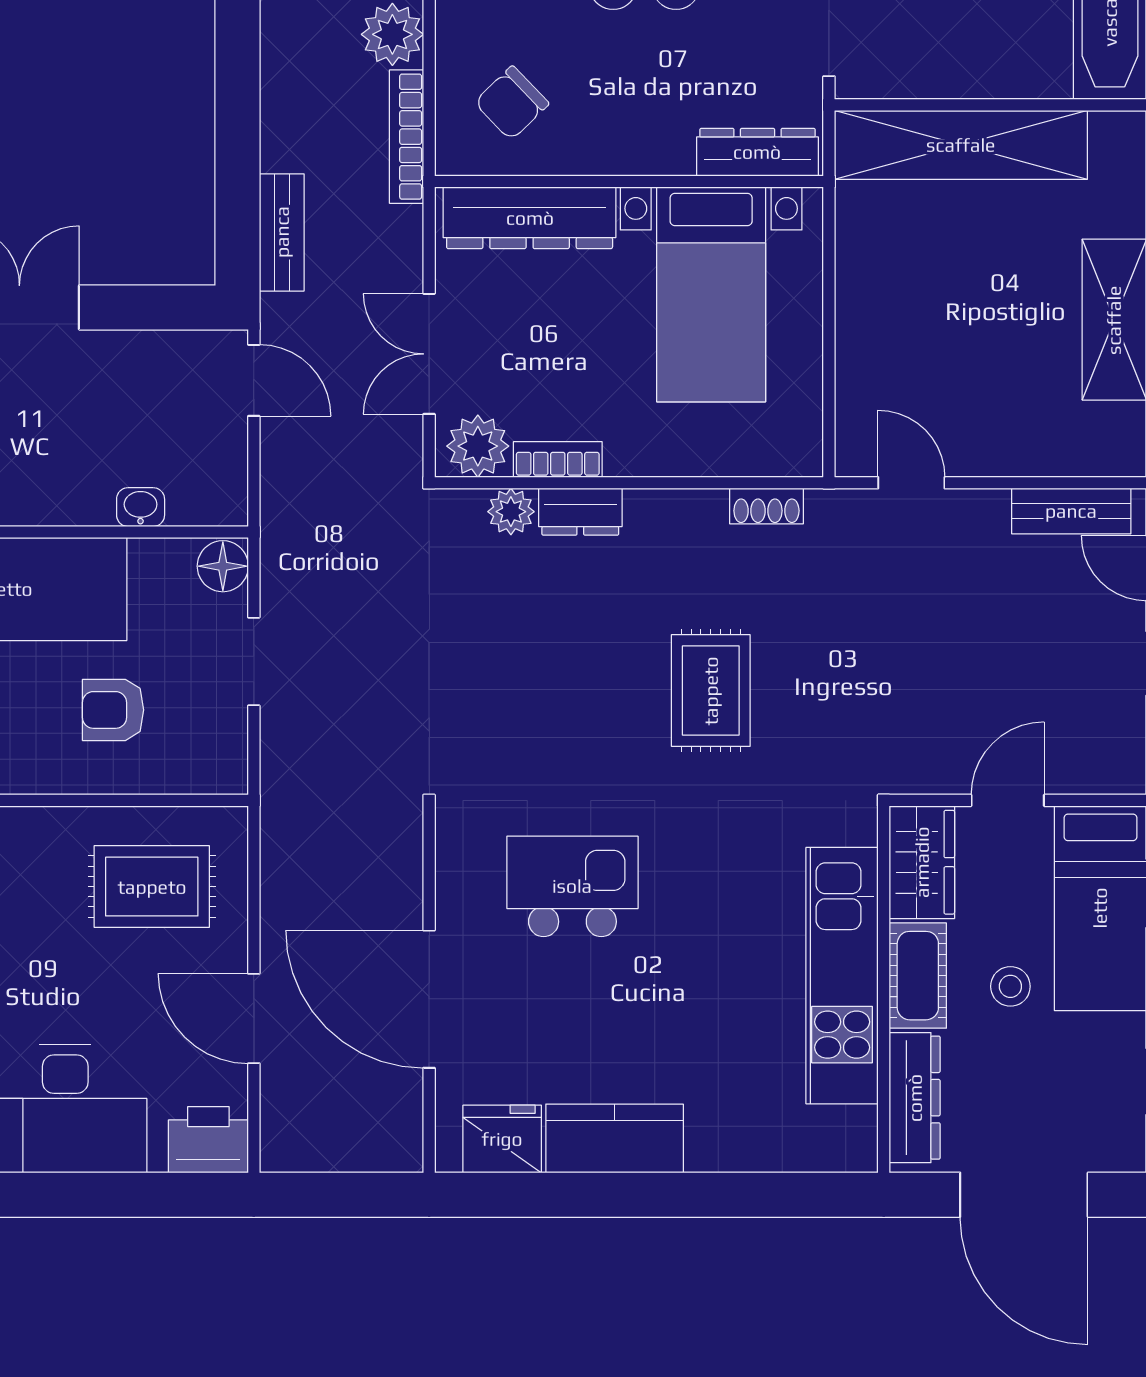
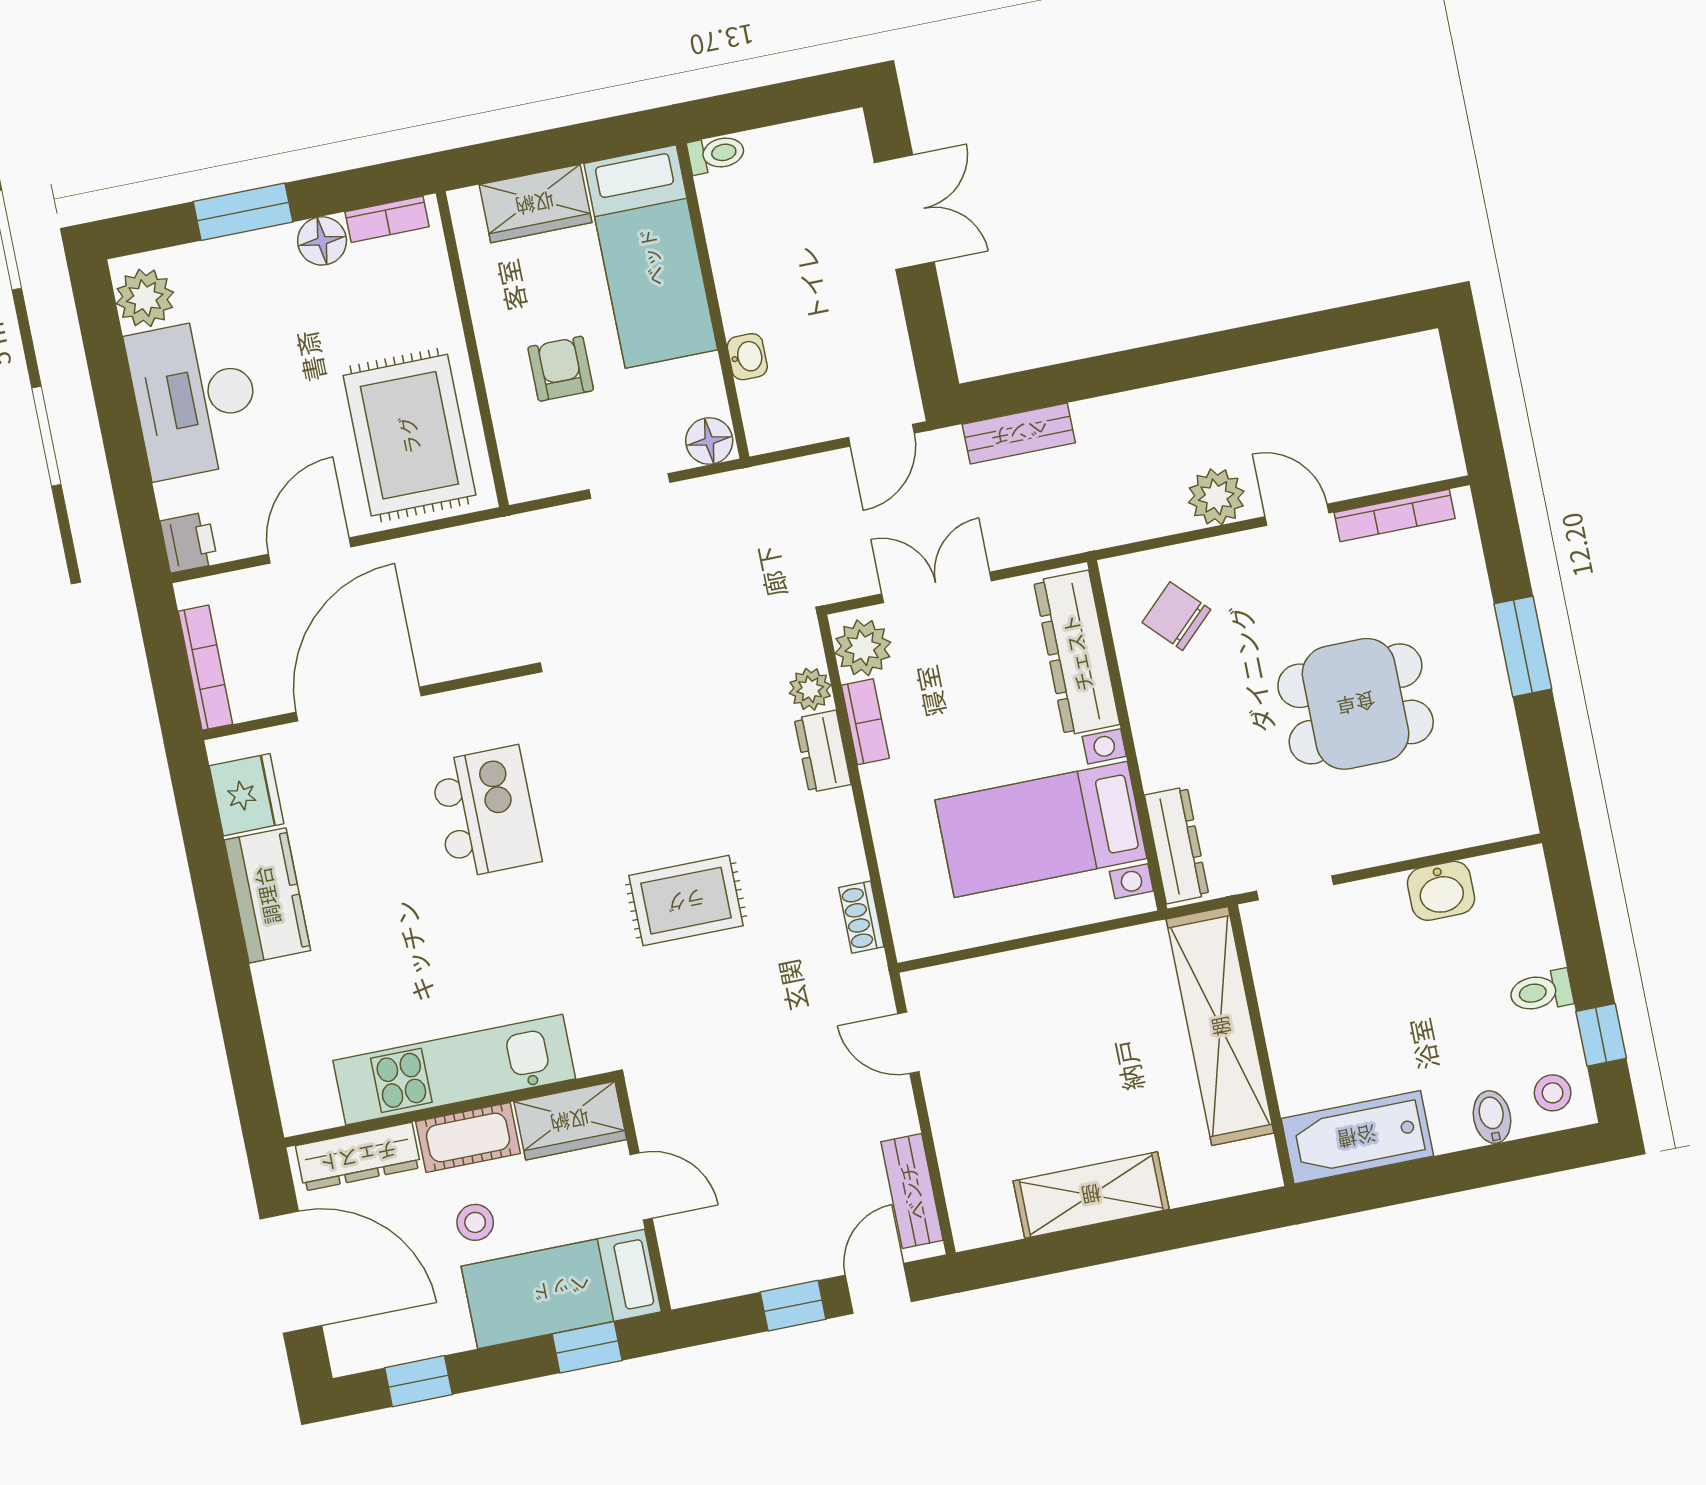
bookcase: (407, 137) -> (205, 668), moved, turned 90
door: (911, 483) -> (908, 1043), swing flipped
rug: (152, 887) -> (409, 435), width x1.36, depth x1.43
printer: (208, 1140) -> (189, 542), width x0.73, depth x0.81
door: (1024, 1195) -> (291, 1272), swing flipped

